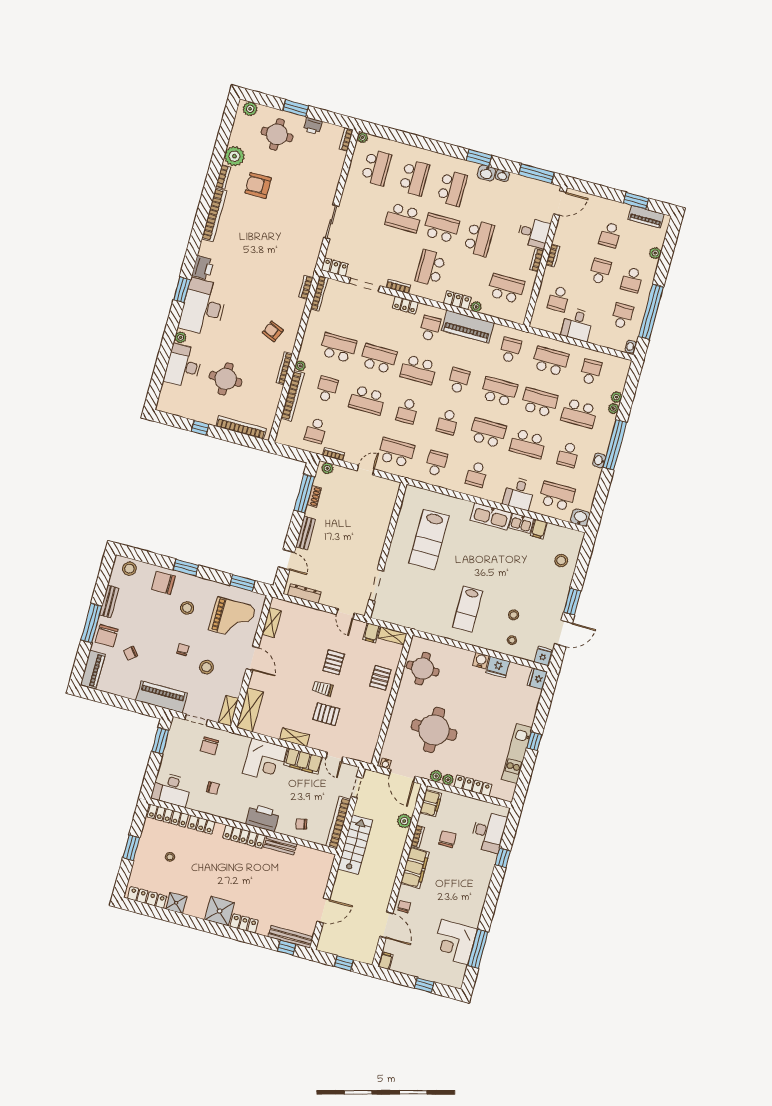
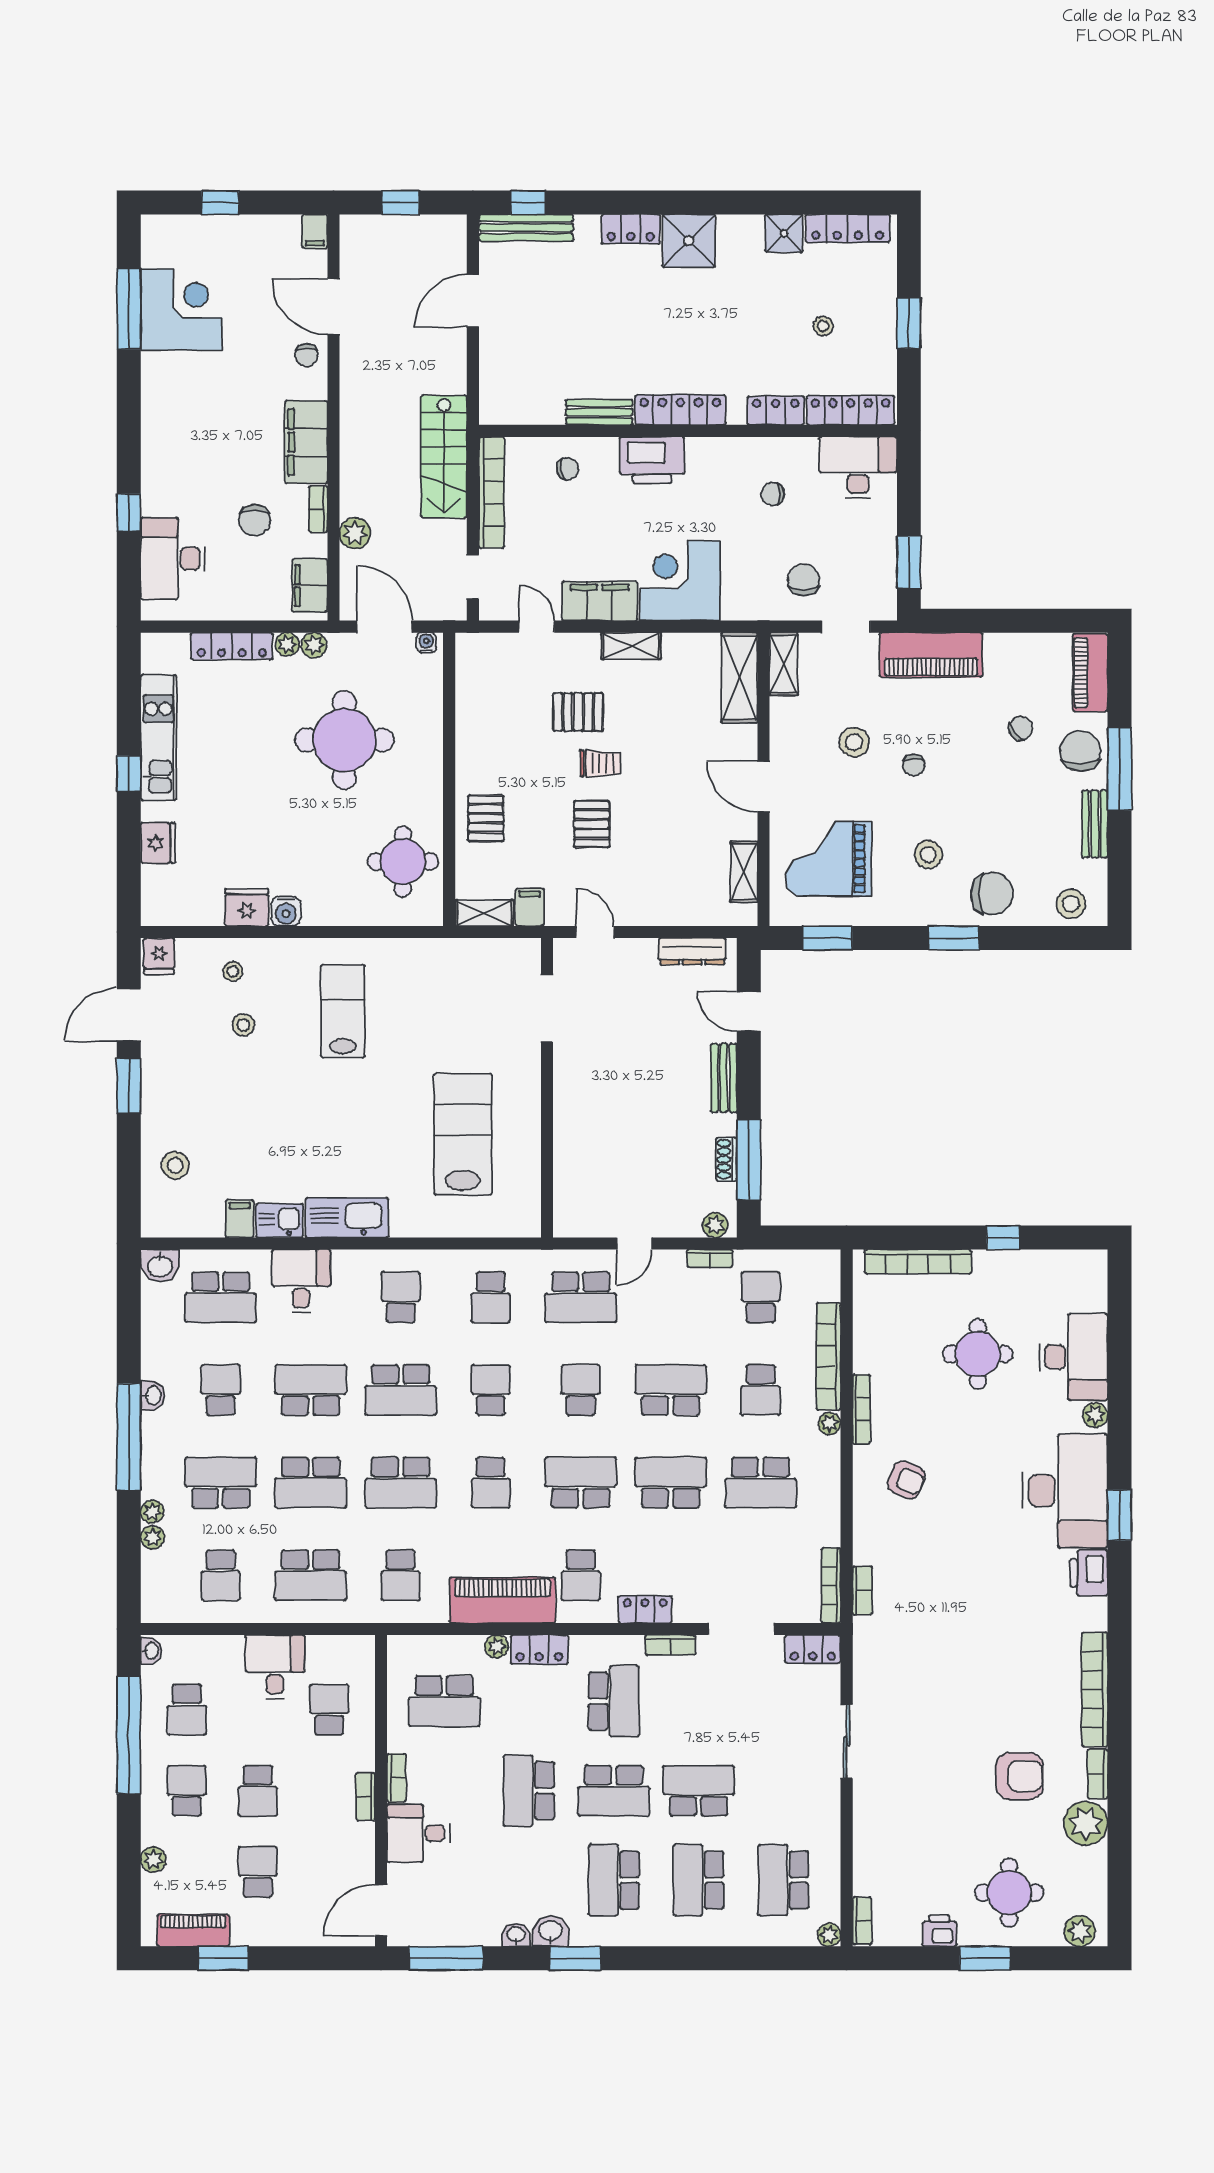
school desk: (378, 359) -> (671, 1483), turned 180
fridge: (537, 678) -> (158, 843), moved

